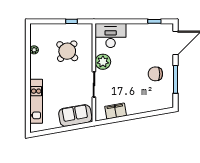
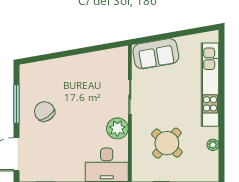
chair: (155, 74) -> (44, 111), turned -125
kitchen unit: (36, 101) -> (210, 85), width x1.36
filing cabinet: (116, 111) -> (100, 60), removed

